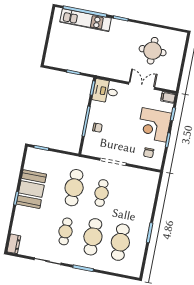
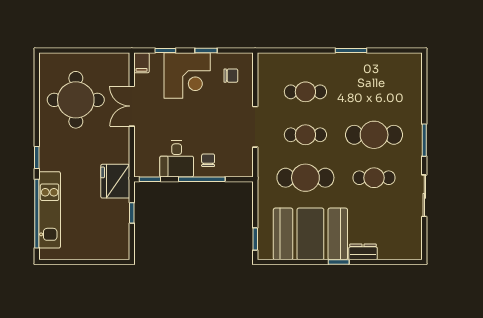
round table: (153, 51) -> (76, 100), width x1.36, depth x1.36
fridge: (96, 66) -> (115, 181), added
desk: (105, 91) -> (177, 159), moved
booth: (31, 189) -> (310, 234), width x1.36, depth x1.42
cafe table: (120, 242) -> (305, 92), moved, width x0.73, depth x0.74
dresser: (14, 244) -> (363, 252), moved

